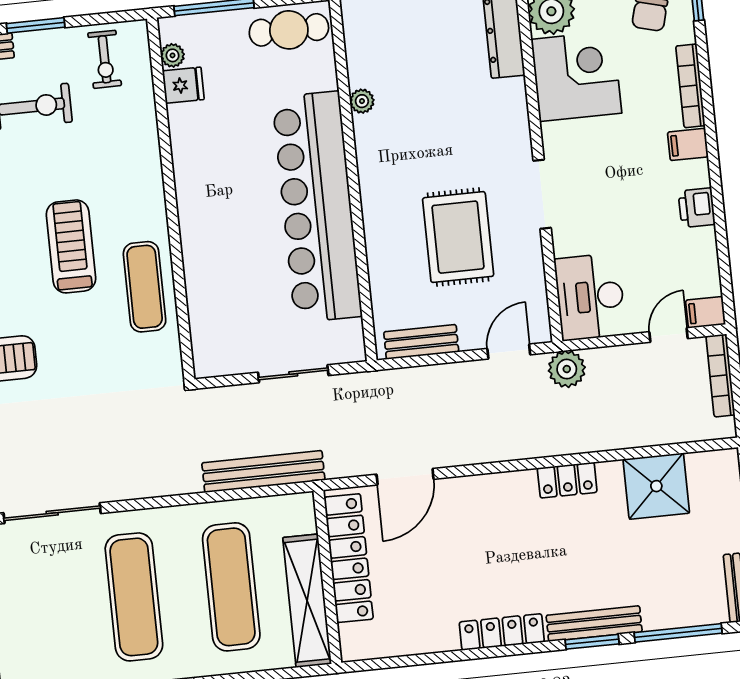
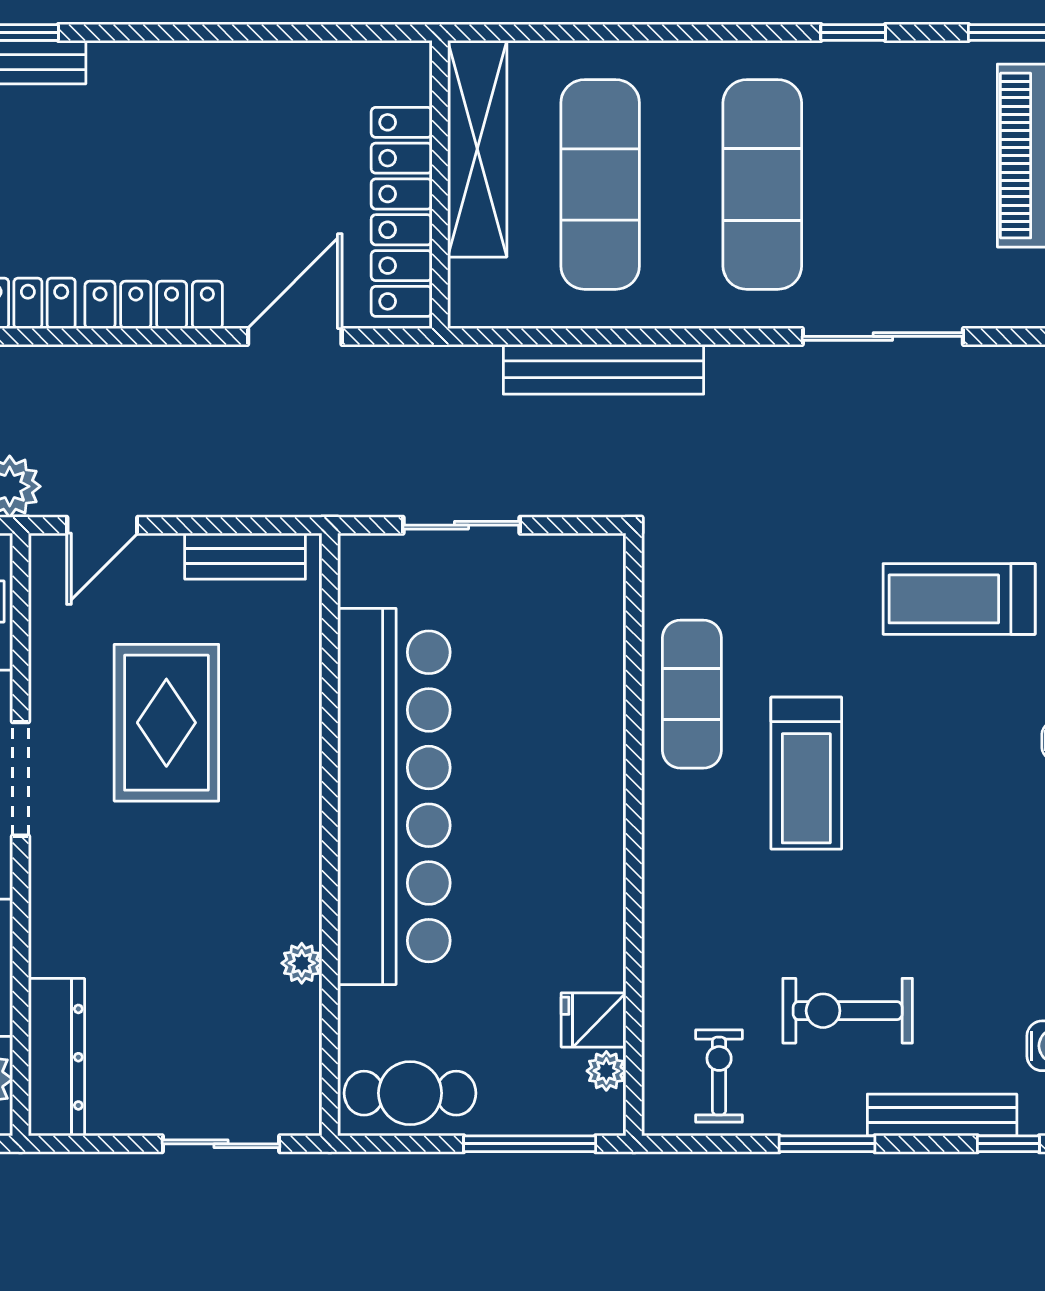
bench: (263, 471) -> (604, 369), moved
locker: (502, 632) -> (154, 305), moved, turned 180

